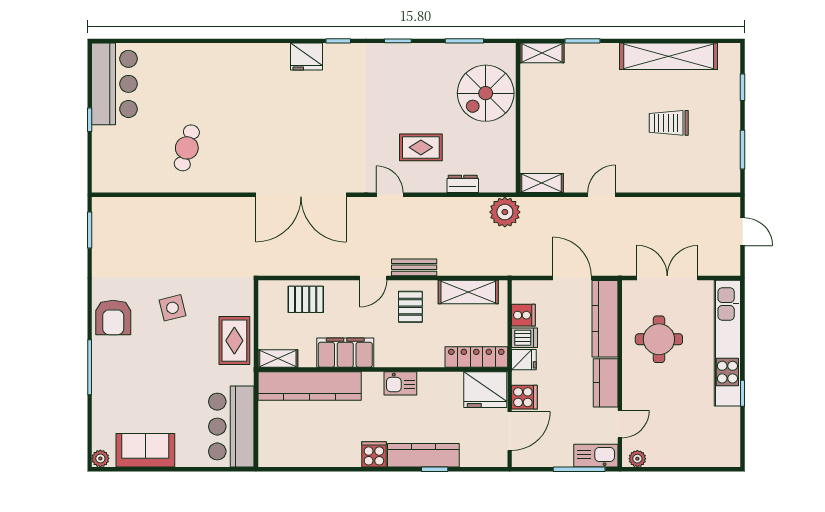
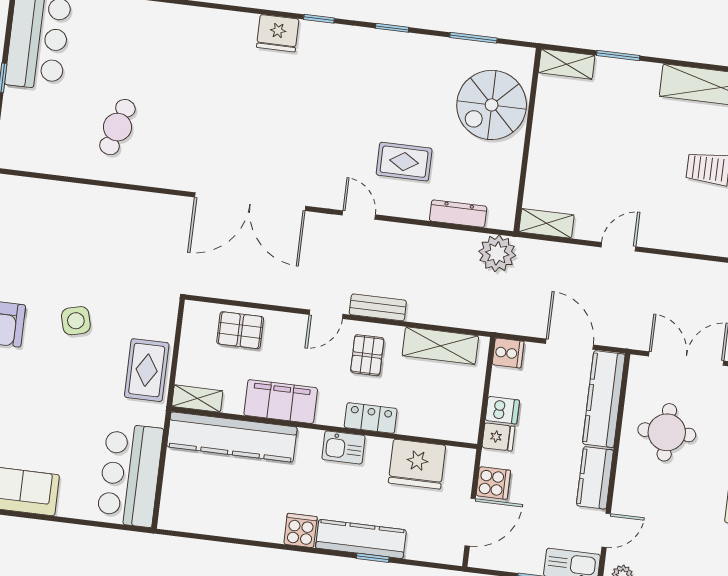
dresser: (463, 184) -> (458, 214), width x1.44
cooker: (523, 315) -> (508, 353), moved
locker: (476, 357) -> (371, 418), moved, width x0.66
fridge: (485, 390) -> (417, 464), moved

